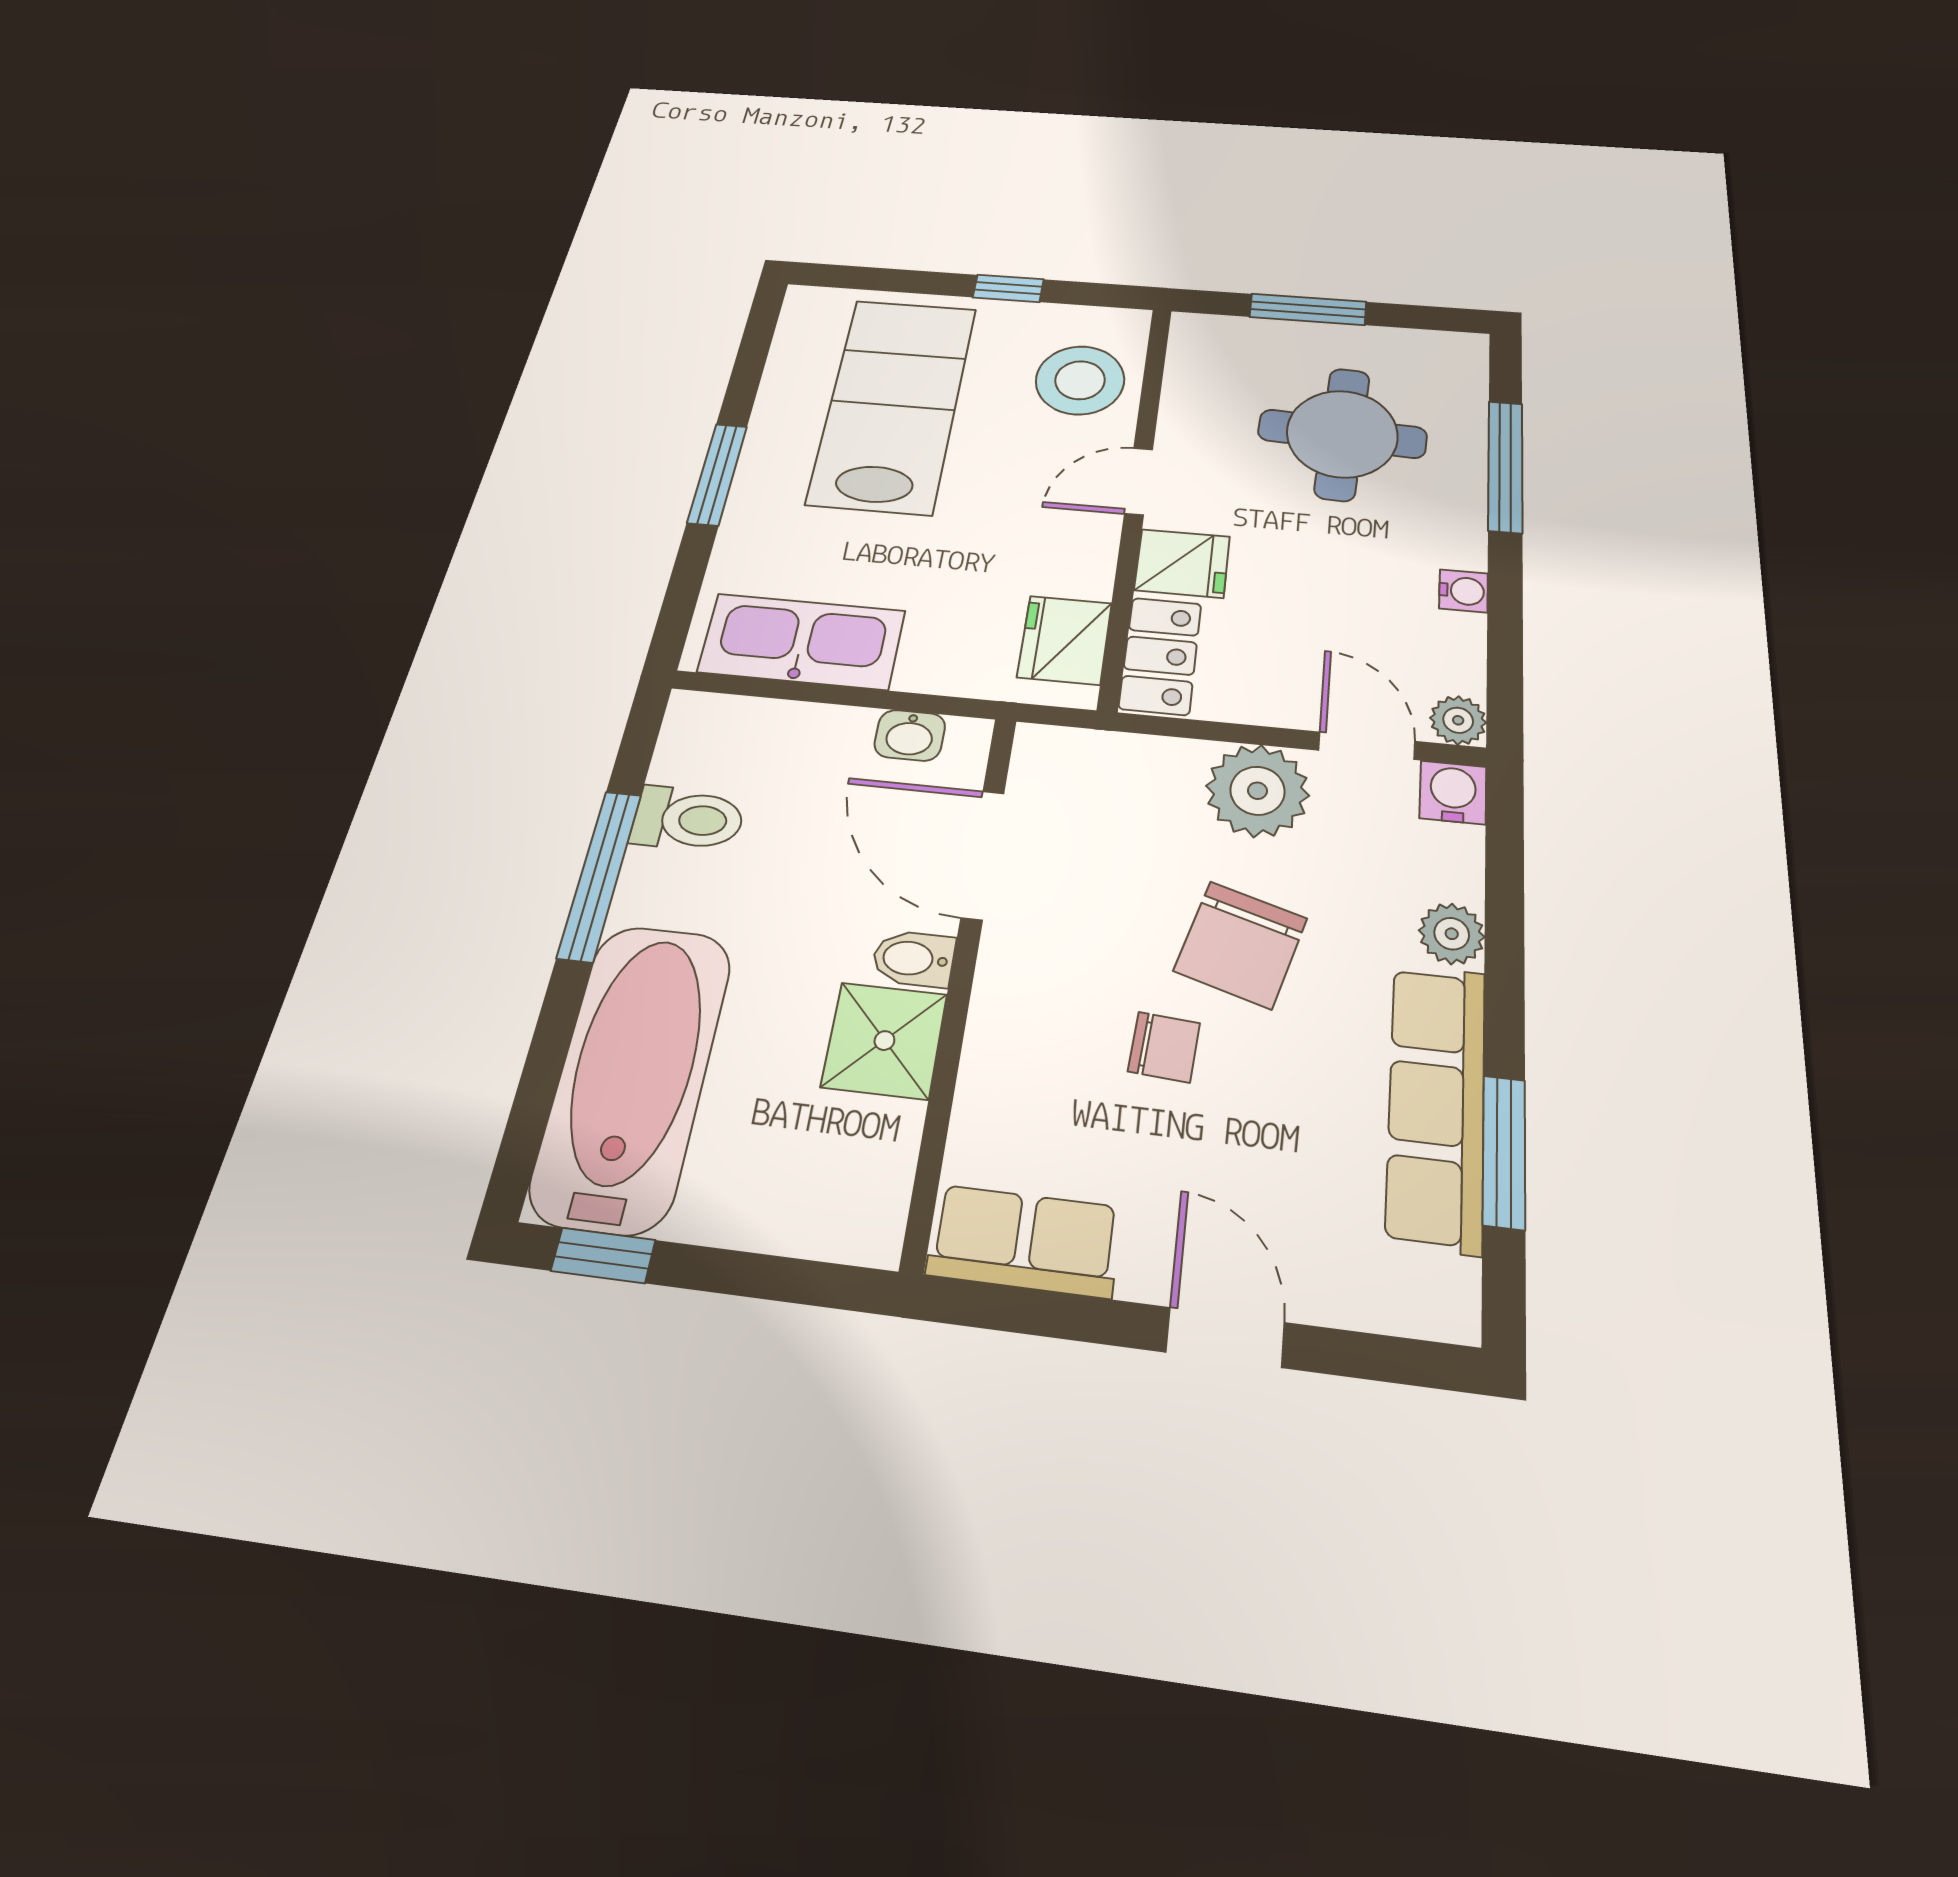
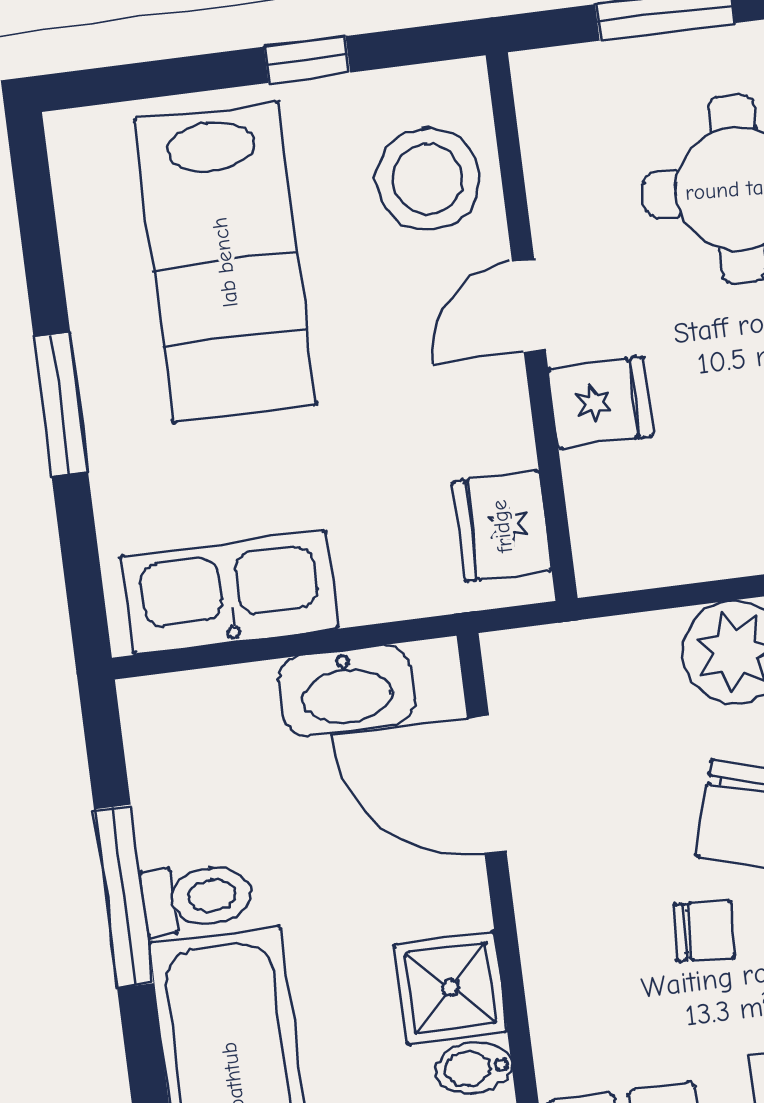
lab bench: (893, 404) -> (225, 262), turned 180
locker: (1160, 656) -> (605, 522), removed
washbasin: (910, 735) -> (346, 690), width x1.91, depth x1.45
toilet: (688, 819) -> (197, 898), moved
bidet: (913, 959) -> (474, 1068), moved

